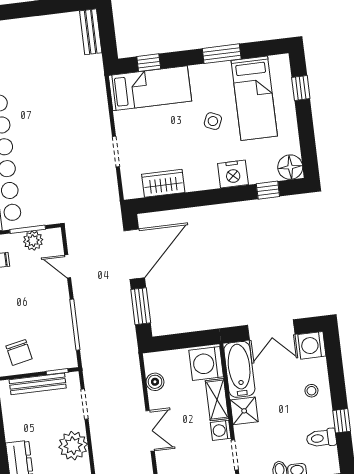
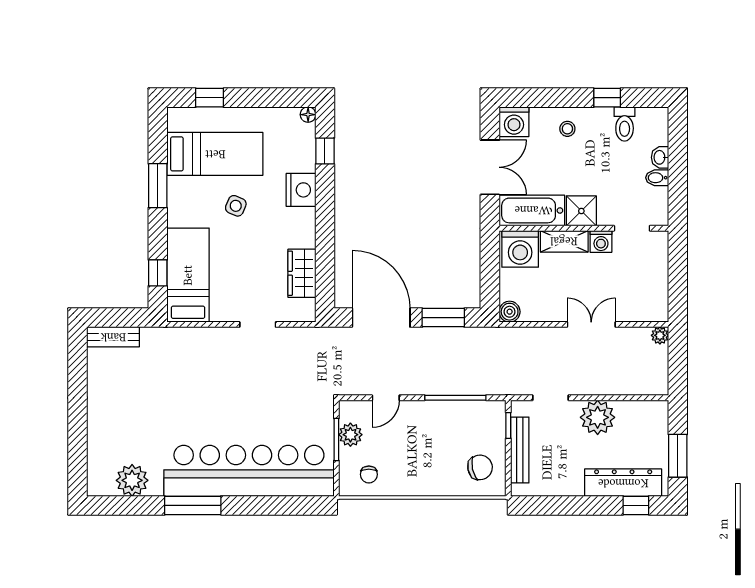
floor lamp: (290, 167) -> (308, 115), width x0.53, depth x0.53
boiler: (155, 382) -> (510, 312), moved

